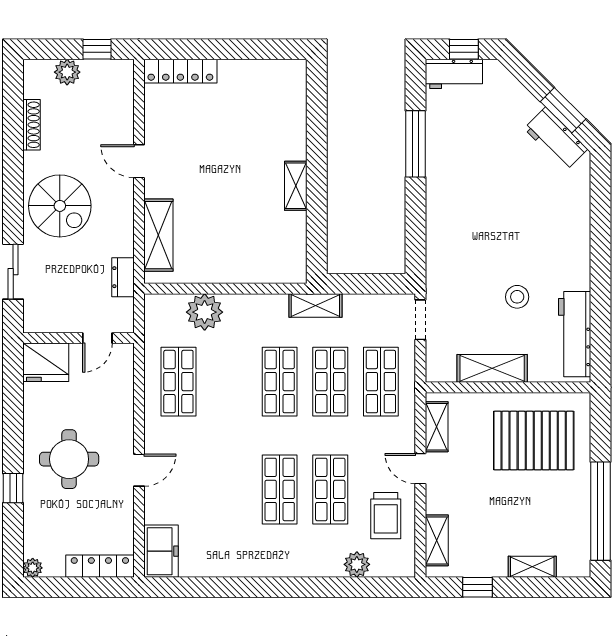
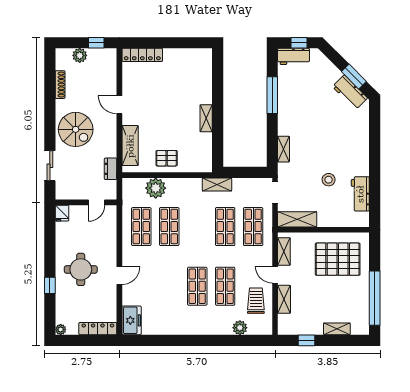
shelving: (436, 241) -> (284, 149), added
pallet: (224, 258) -> (167, 158), added
workbench: (575, 334) -> (360, 194), width x0.73
fridge: (46, 362) -> (62, 213), width x0.53, depth x0.75
shelving: (492, 368) -> (297, 219), moved
shop shelf: (280, 382) -> (169, 227), moved
trolley: (386, 516) -> (256, 301), turned 180
shelving: (437, 540) -> (284, 299), moved

